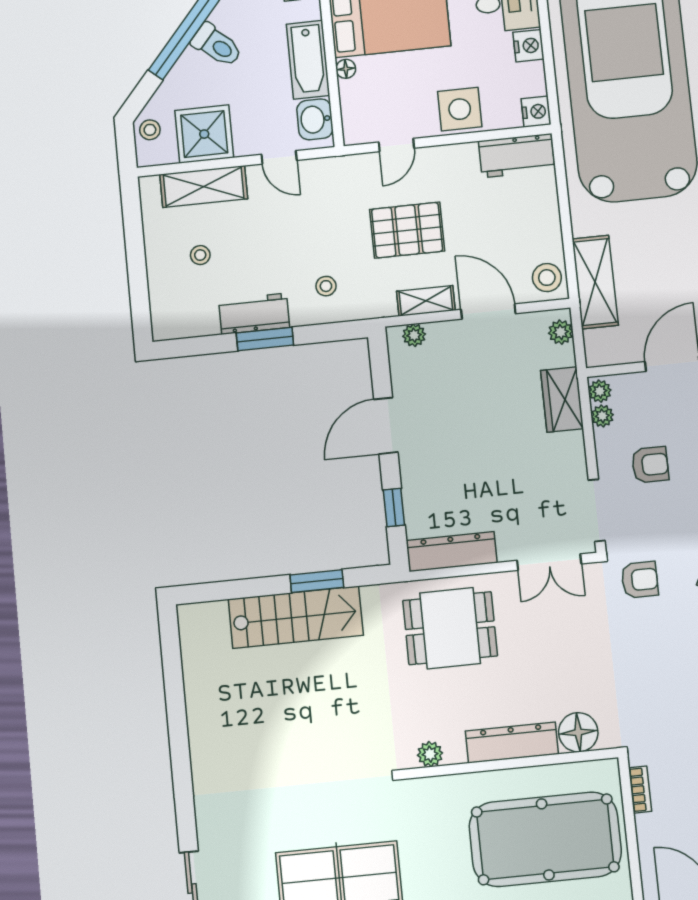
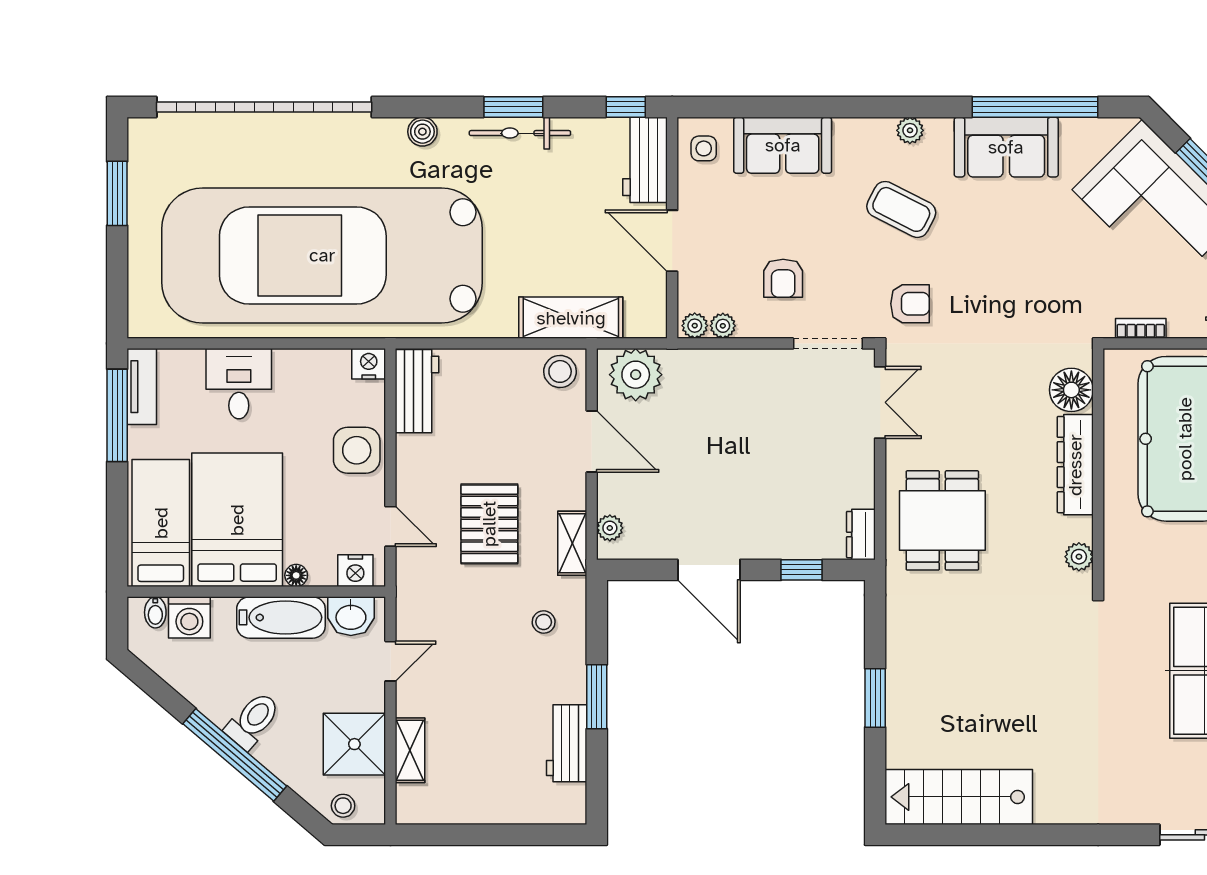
nightstand: (528, 46) -> (355, 571), moved, turned 180
shelving: (204, 187) -> (410, 750), width x0.67, depth x0.75
stool: (200, 255) -> (493, 761), removed
shelving: (426, 301) -> (572, 543), moved
door: (488, 312) -> (592, 441), swing flipped
workbench: (254, 314) -> (567, 743), moved
plant: (561, 332) -> (636, 375), width x1.87, depth x1.87
wardrobe: (562, 400) -> (700, 369), removed
armchair: (650, 465) -> (783, 278), turned 180
dresser: (452, 552) -> (861, 535), width x0.51, depth x0.80
armchair: (640, 580) -> (910, 304), turned 90
window: (317, 581) -> (875, 698), moved
stairs: (296, 617) -> (959, 797), moved, turned -90

